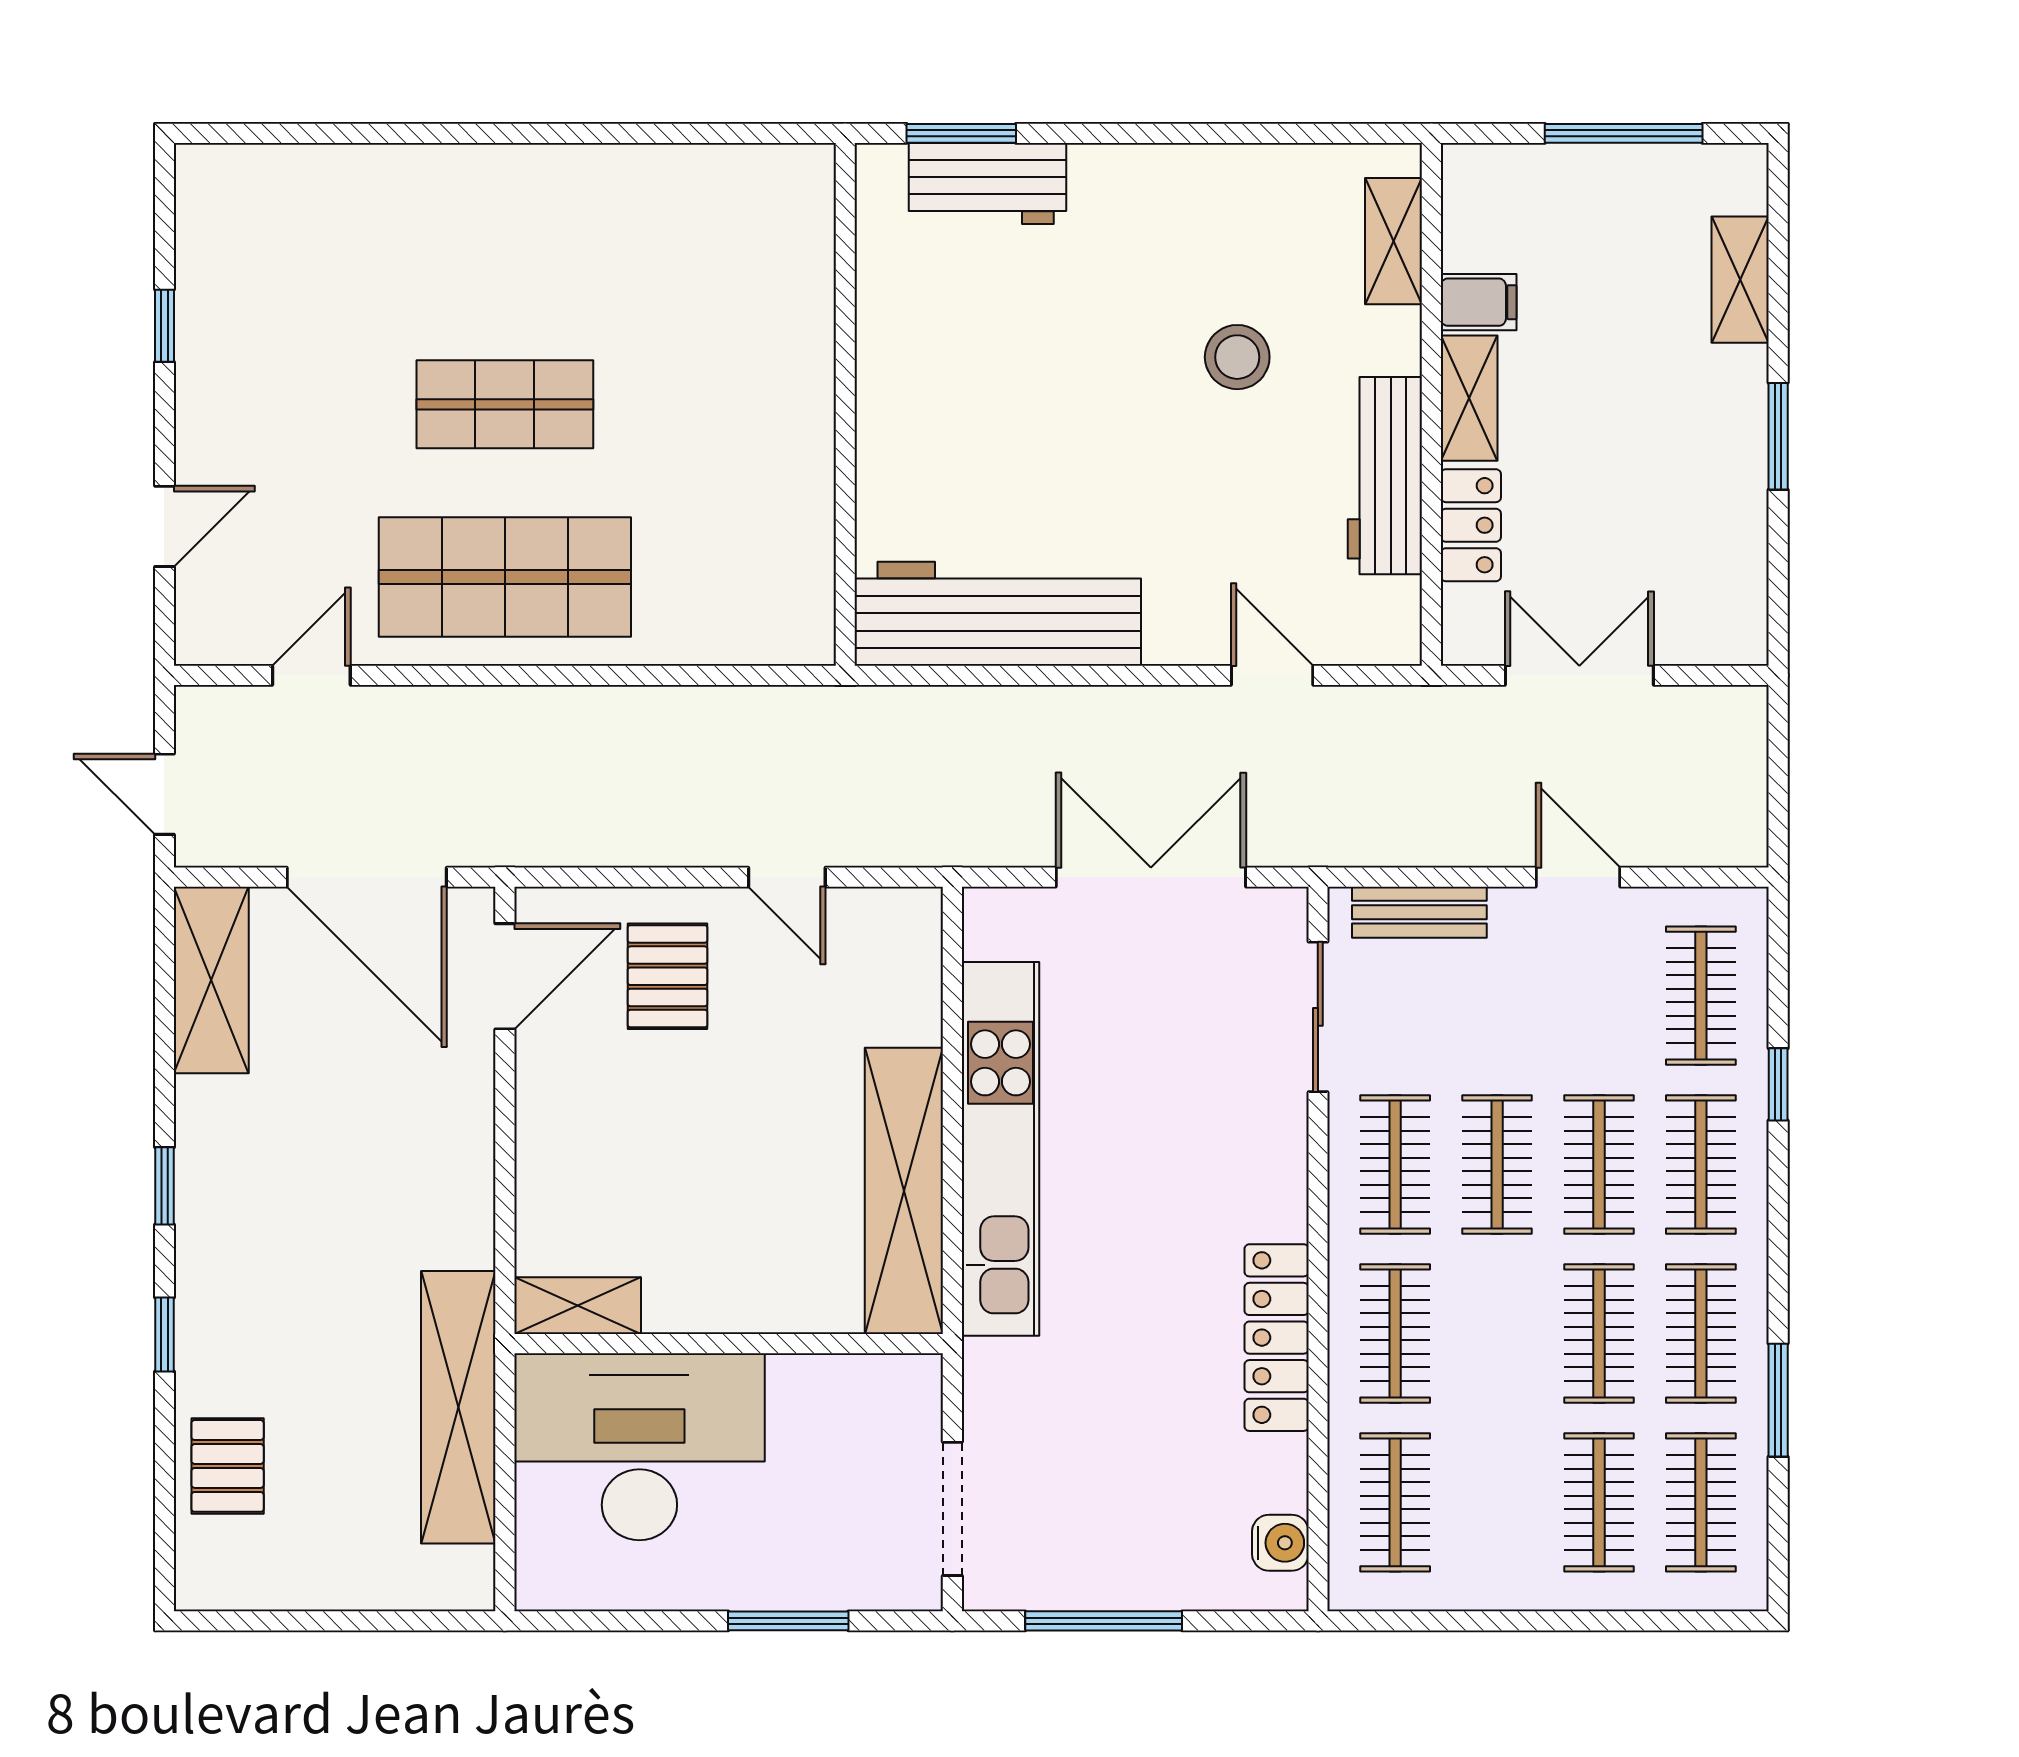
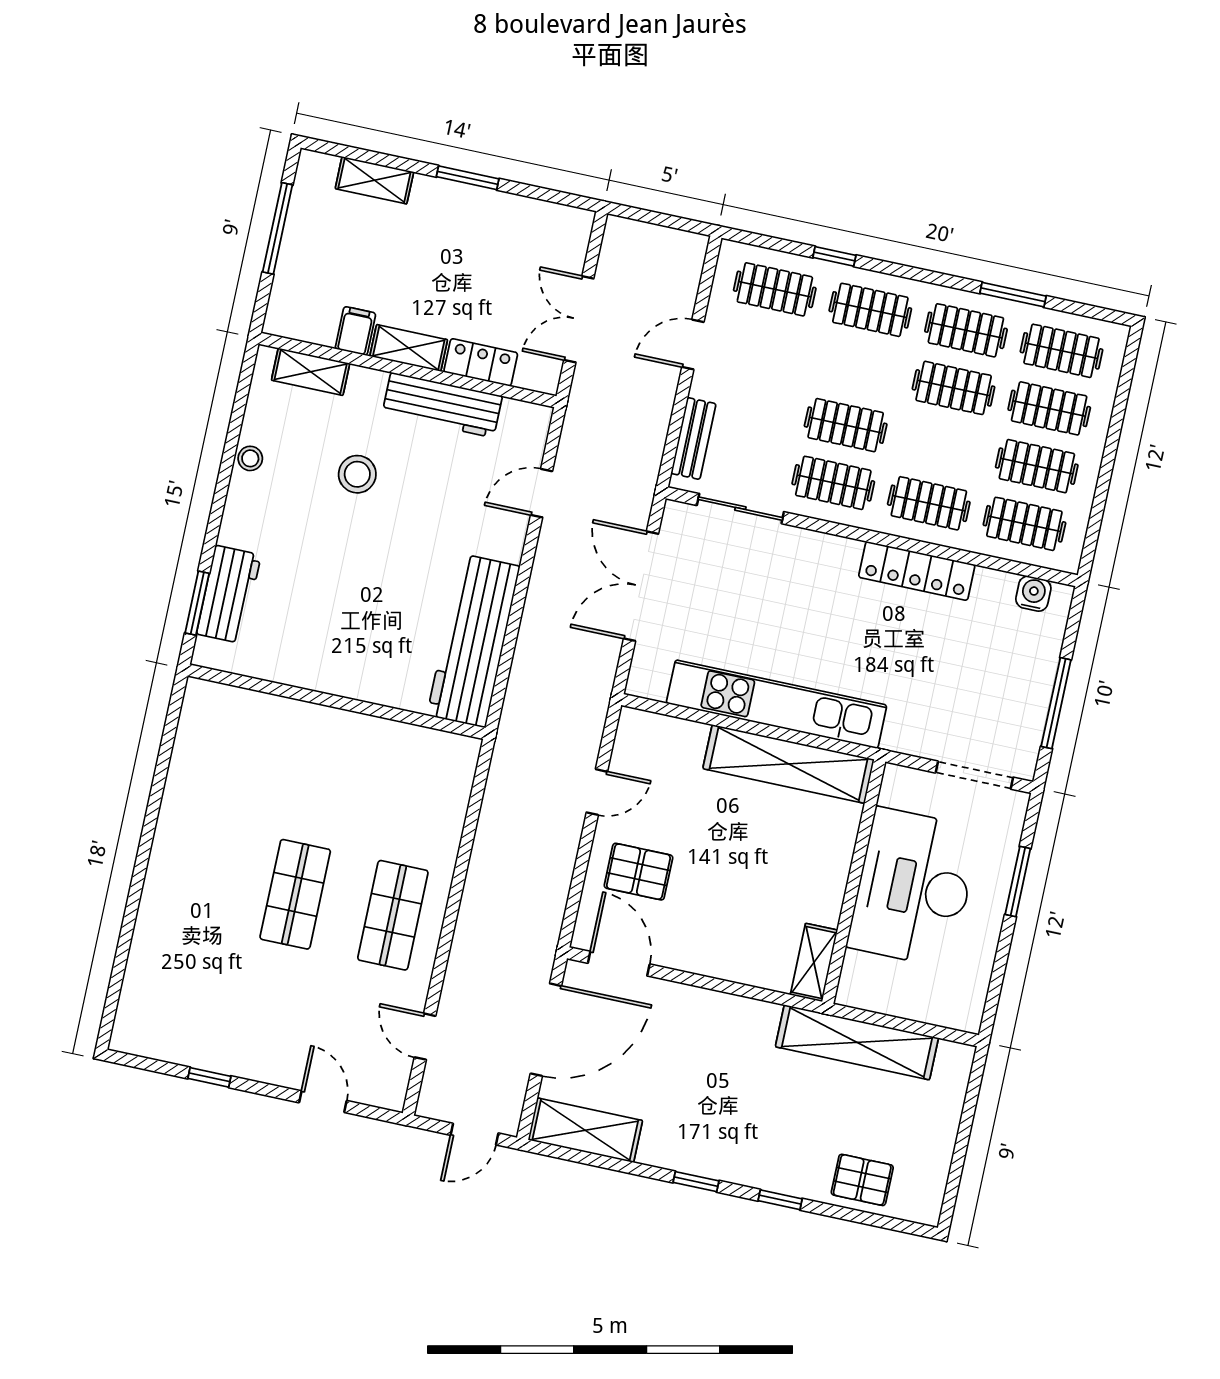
stool: (1225, 171) -> (250, 458), added
shop shelf: (505, 577) -> (393, 915), width x0.70, depth x0.74
clothes rail: (1599, 1165) -> (1037, 466), moved
desk: (639, 1447) -> (913, 888), moved

